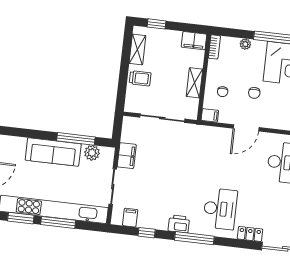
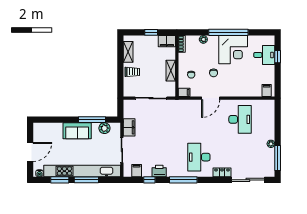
window: (156, 24) -> (151, 32), moved
sofa: (53, 152) -> (77, 131), width x0.73
desk: (220, 209) -> (199, 157), turned 180
printer: (179, 224) -> (159, 171), moved

